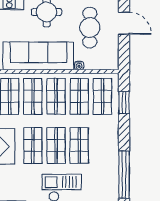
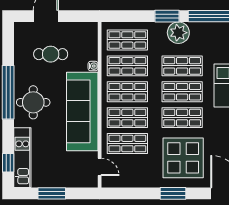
cafe table: (90, 28) -> (51, 54), width x0.73, depth x0.74
window: (124, 102) -> (167, 16), moved
plant: (109, 142) -> (178, 33), added

